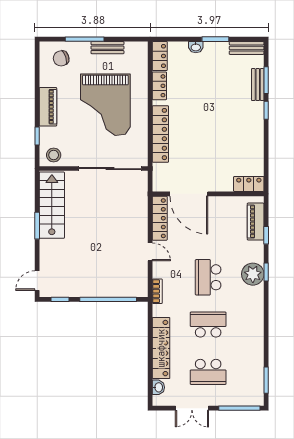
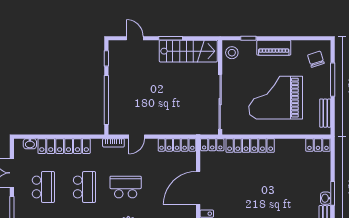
washbasin: (196, 47) -> (326, 198), moved
bench: (107, 48) -> (325, 113), moved
locker: (159, 86) -> (212, 145), moved
door: (189, 194) -> (198, 188), moved
door: (150, 252) -> (137, 137), moved
door: (37, 281) -> (135, 38), moved
school desk: (208, 372) -> (43, 187), turned 180

